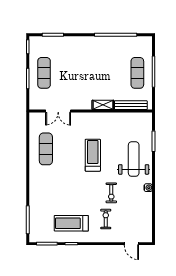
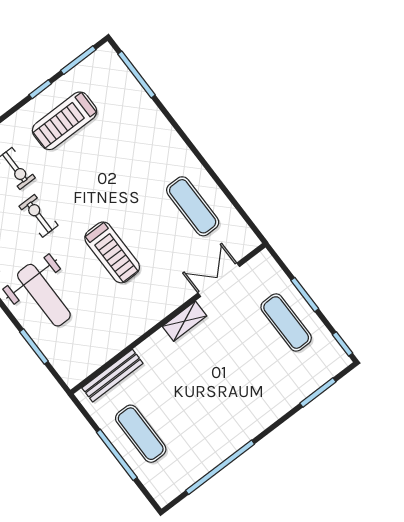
shelving: (103, 105) -> (184, 321), moved
treadmill: (71, 223) -> (65, 121), turned 180

